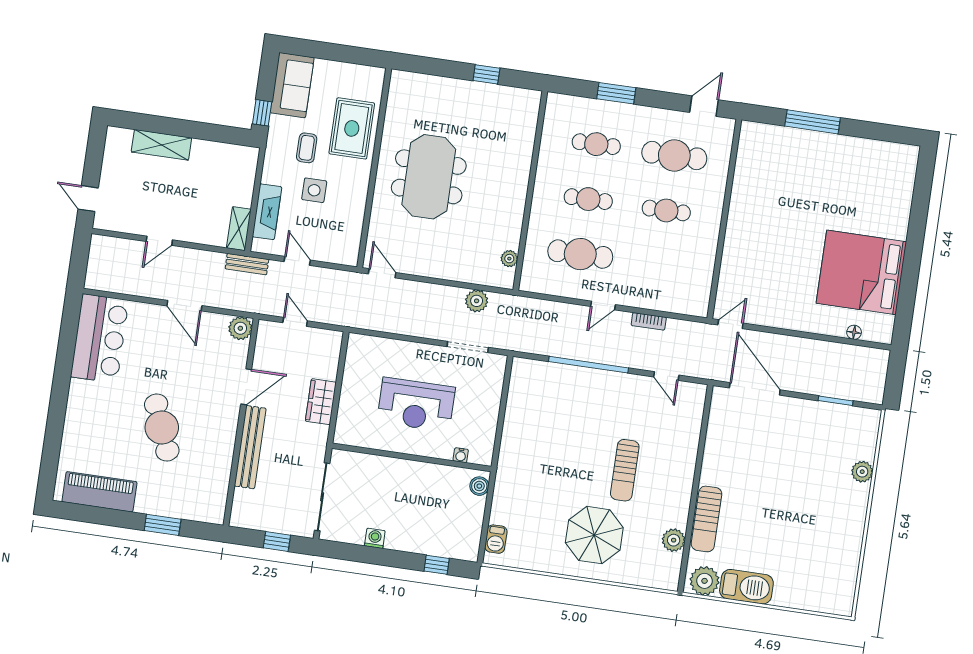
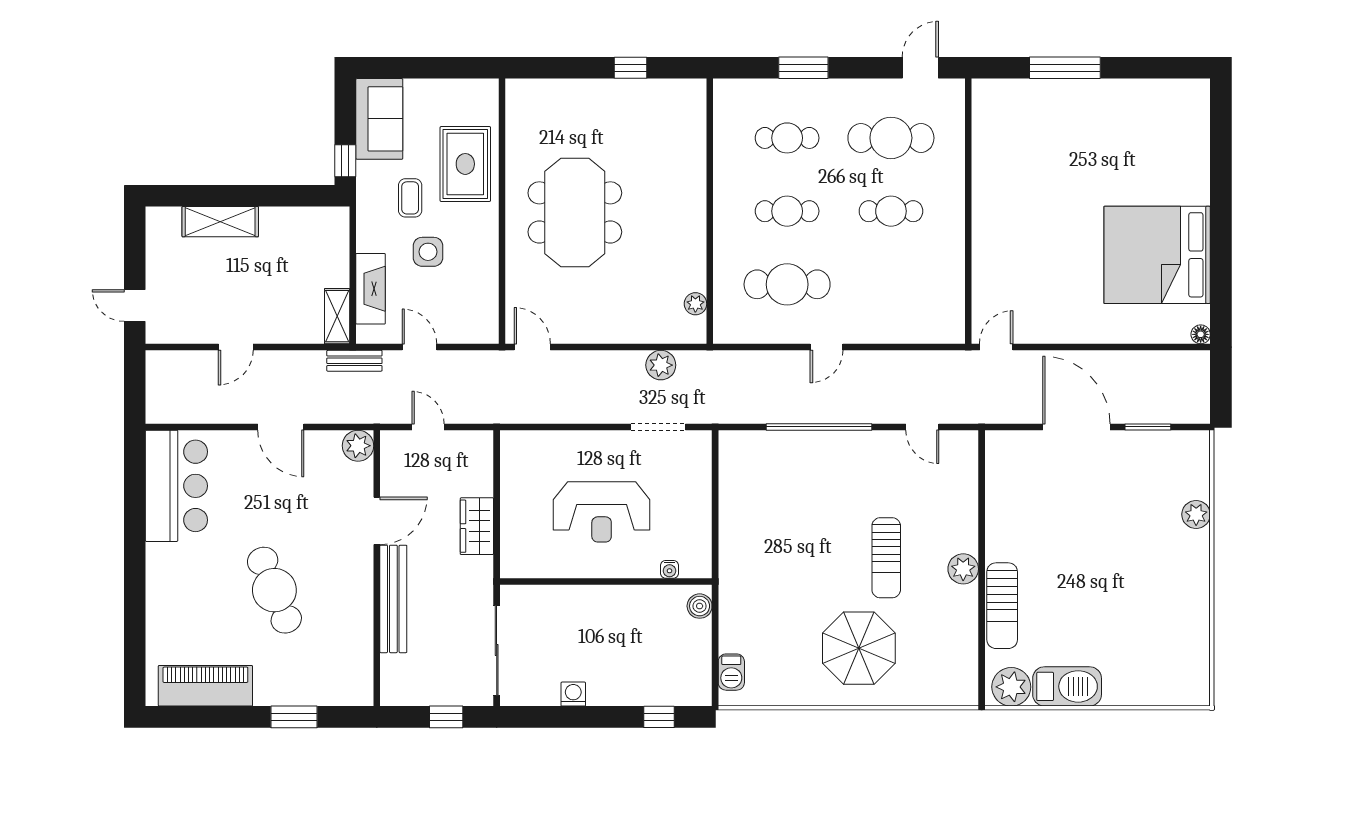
bookcase: (649, 321) -> (889, 359), removed
floor lamp: (854, 332) -> (1201, 334), moved
door: (755, 389) -> (1076, 427), moved
plant: (674, 540) -> (963, 569), moved

